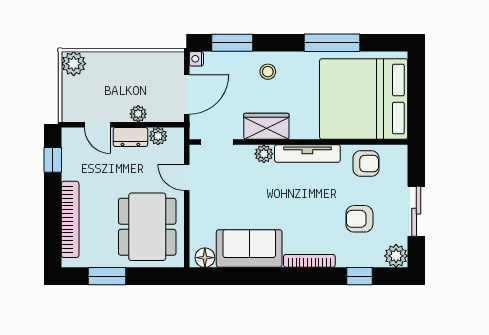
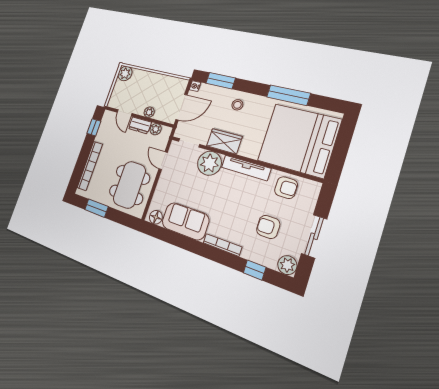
plant: (264, 154) -> (209, 163), width x1.88, depth x1.88

